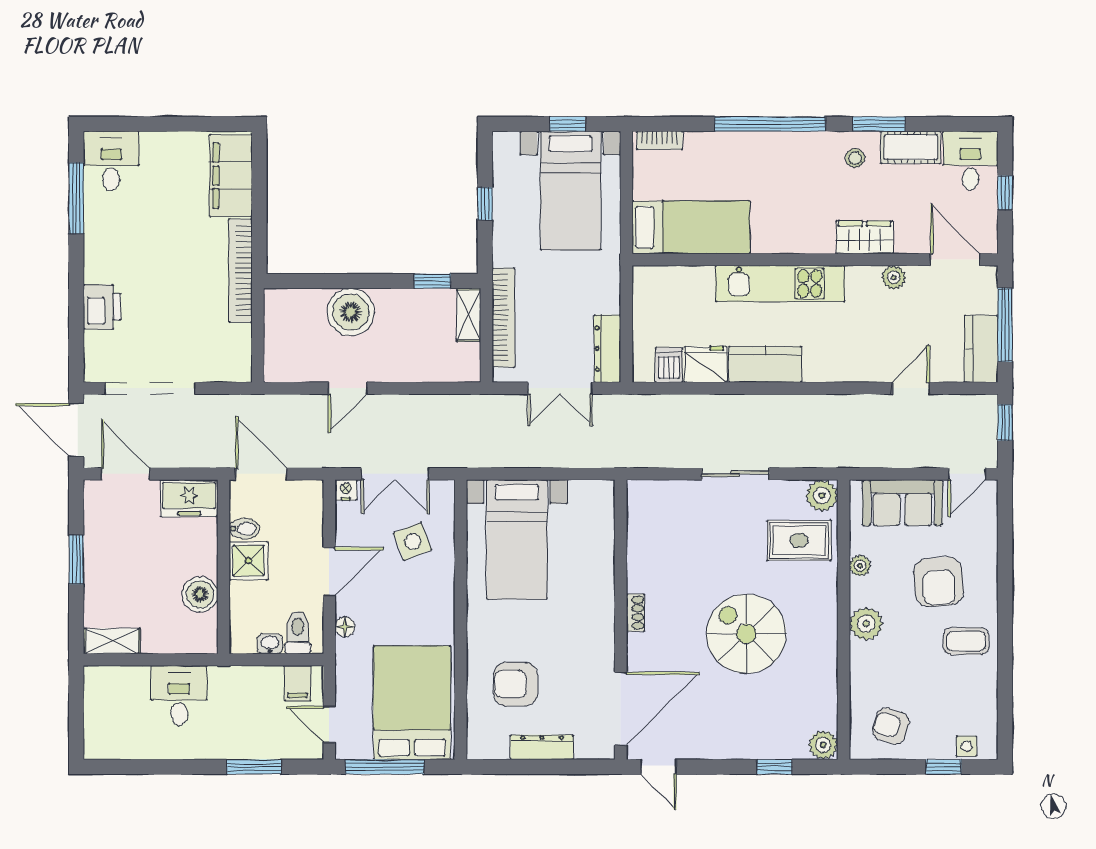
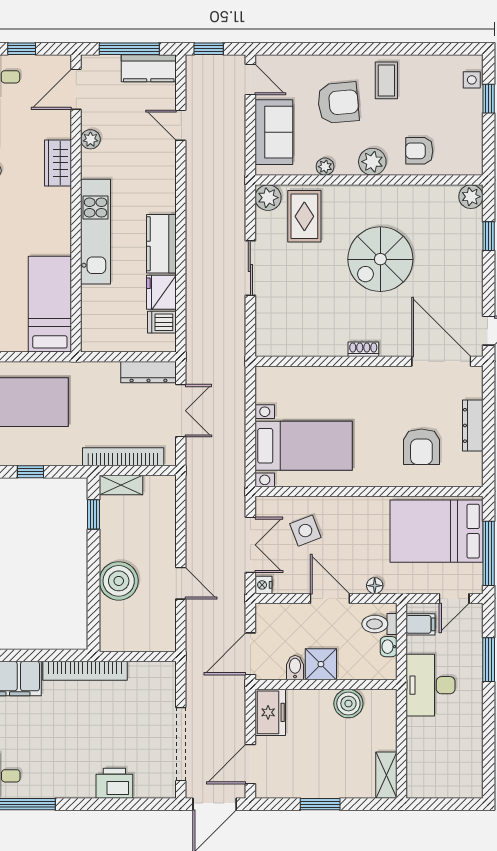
desk: (179, 695) -> (431, 685), moved, width x1.37
armchair: (891, 726) -> (419, 151), moved, turned 72

